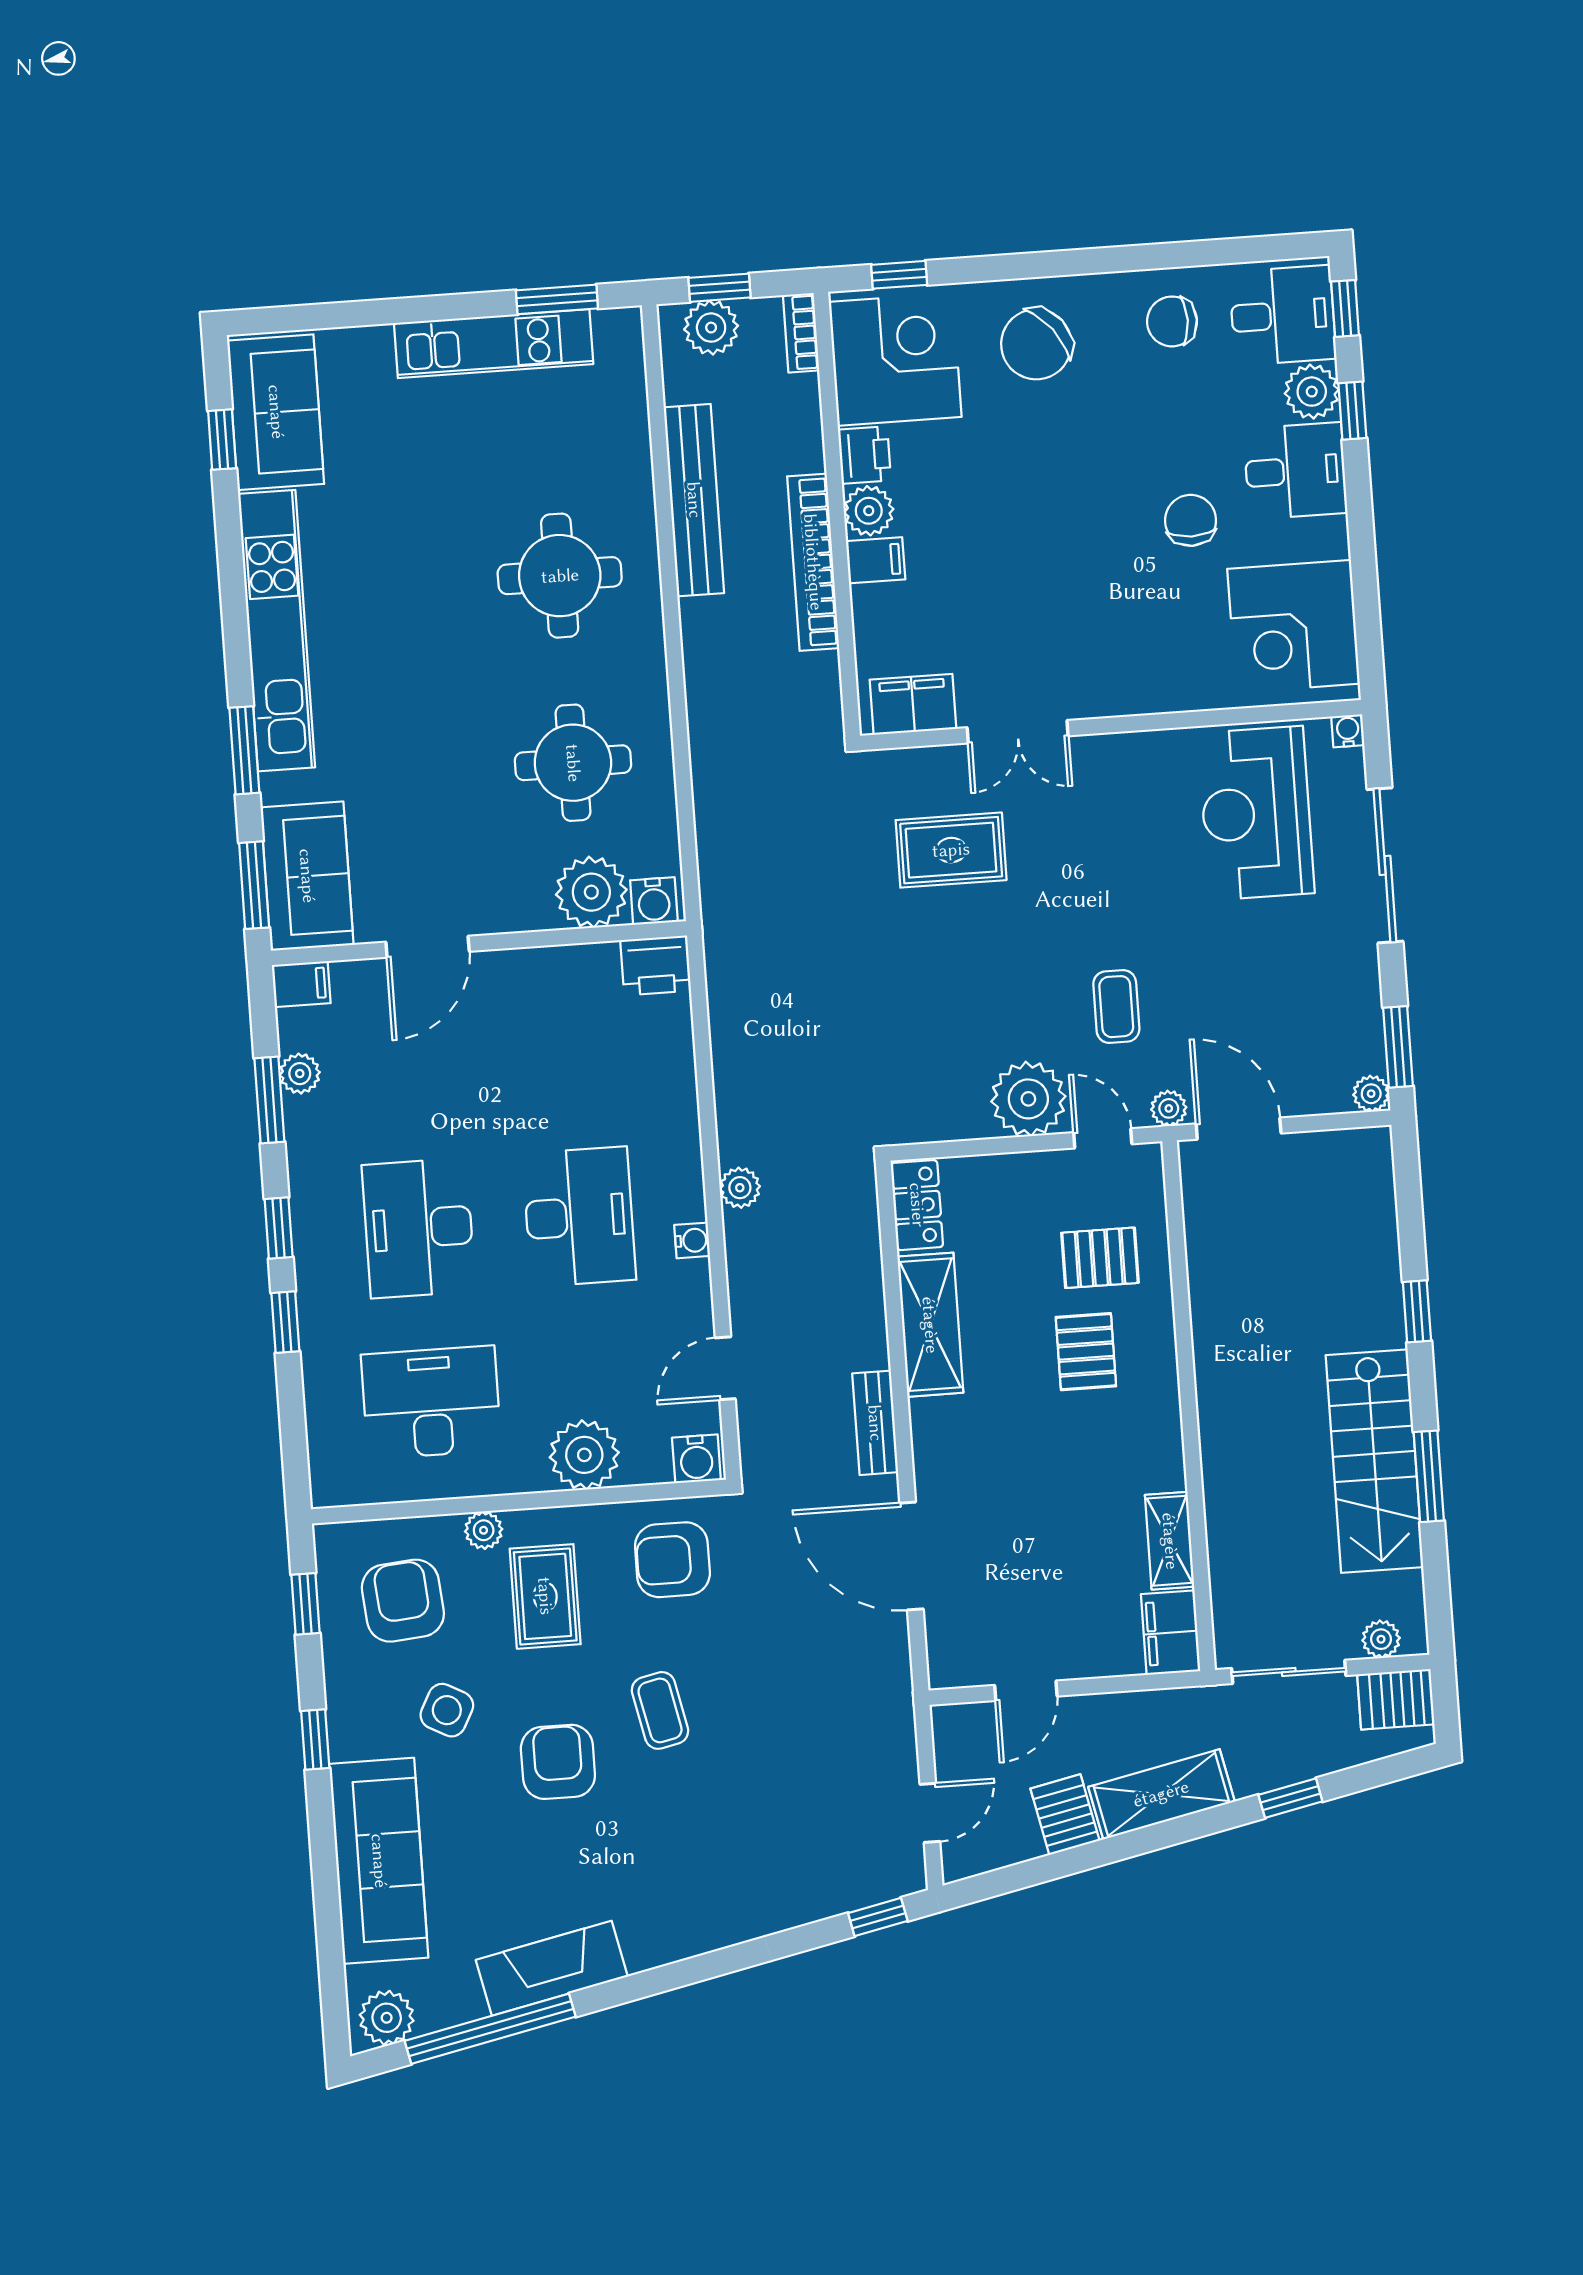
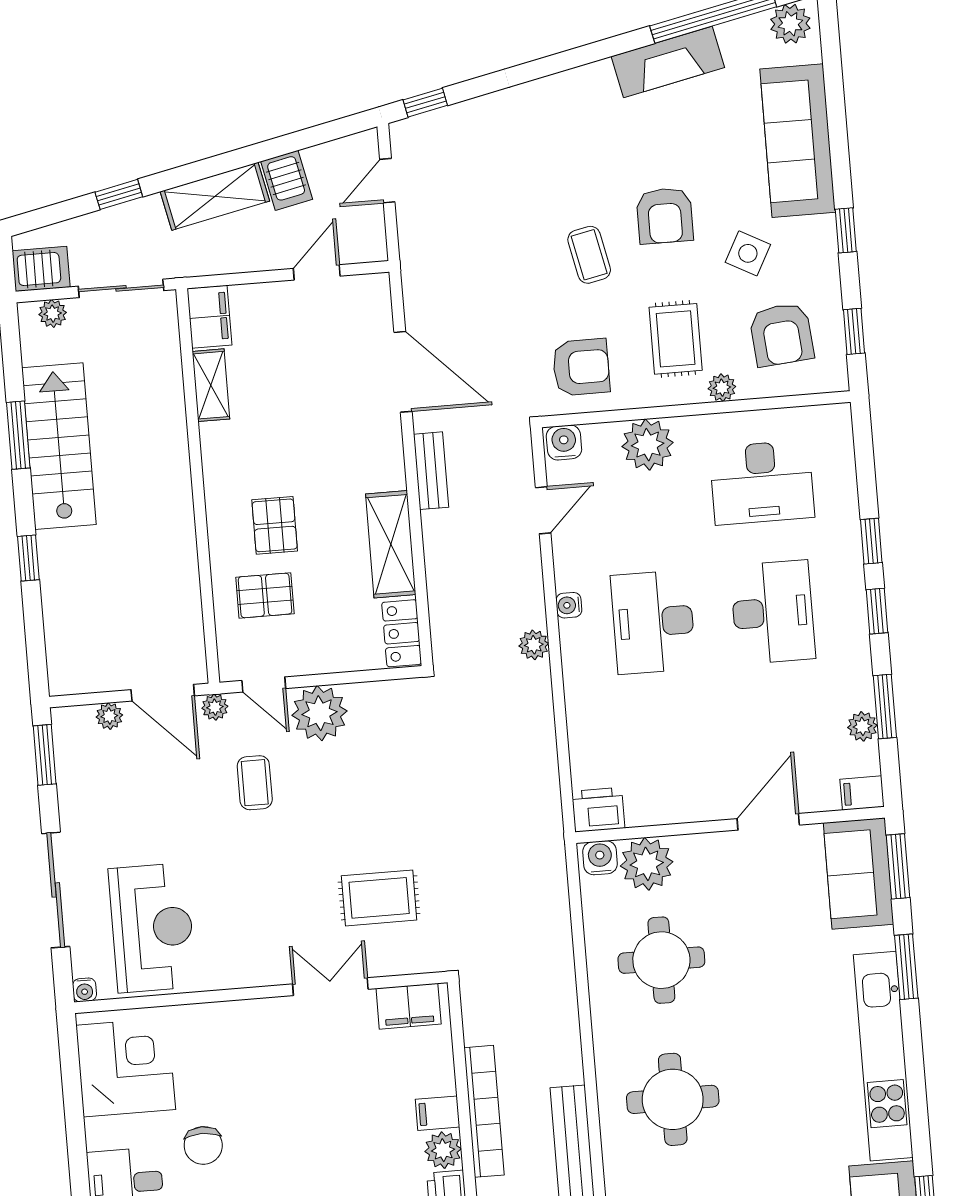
plant: (1371, 1094) -> (109, 716), moved

